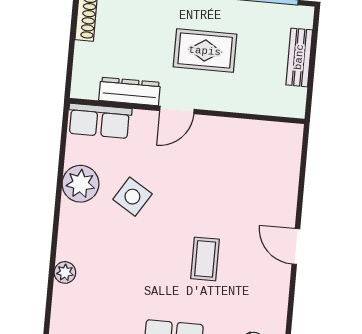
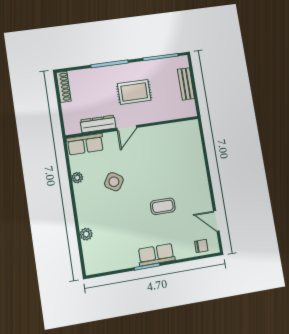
plant: (80, 184) -> (77, 178), width x0.53, depth x0.53
door: (296, 246) -> (216, 221), moved
coffee table: (205, 259) -> (163, 206), turned 90

